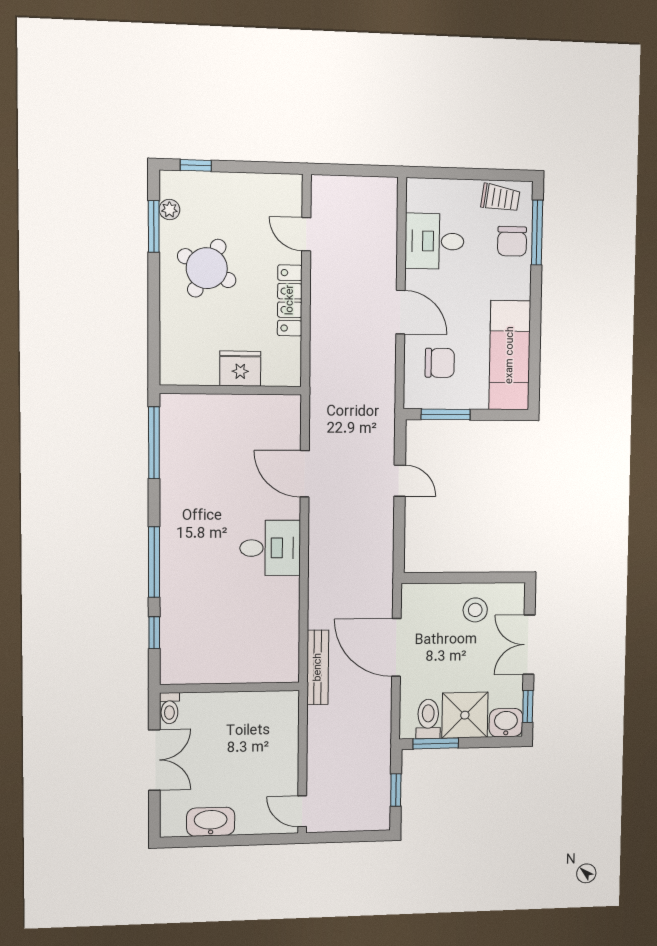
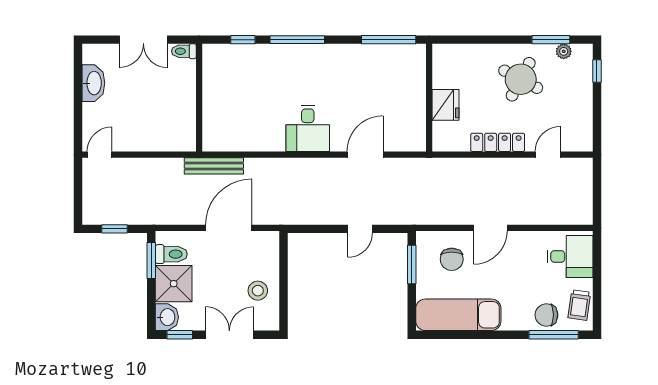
desk: (434, 241) -> (570, 256), moved, turned 90

